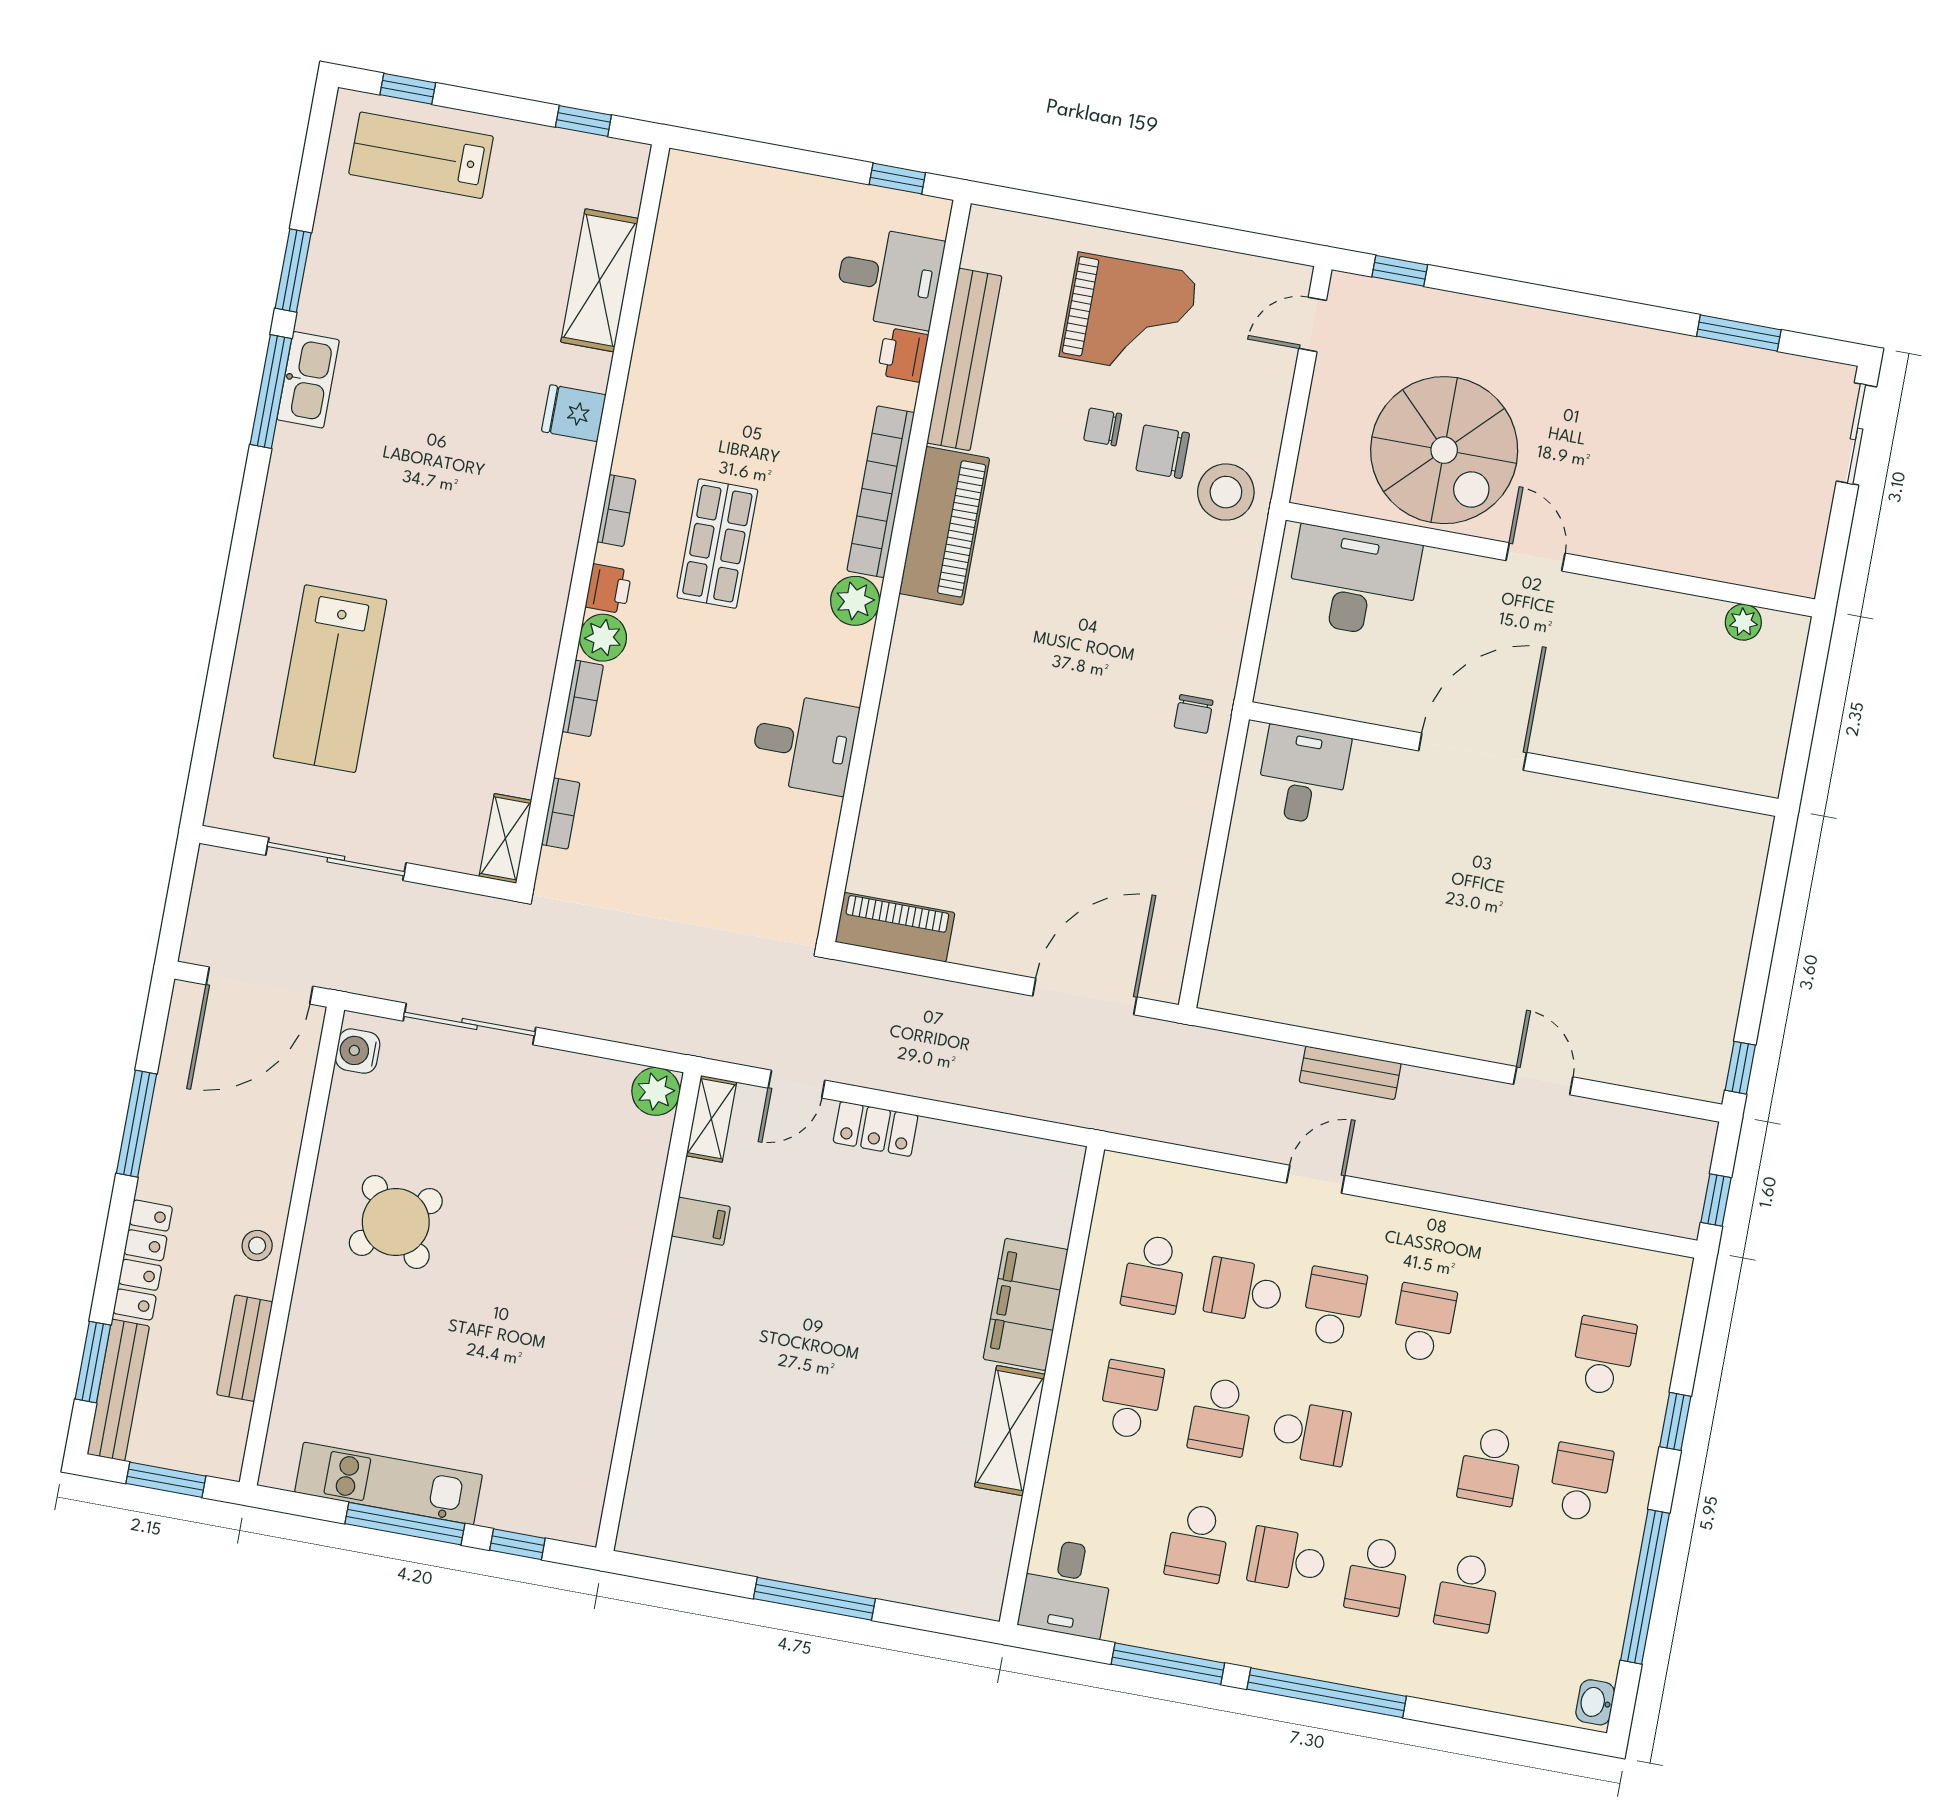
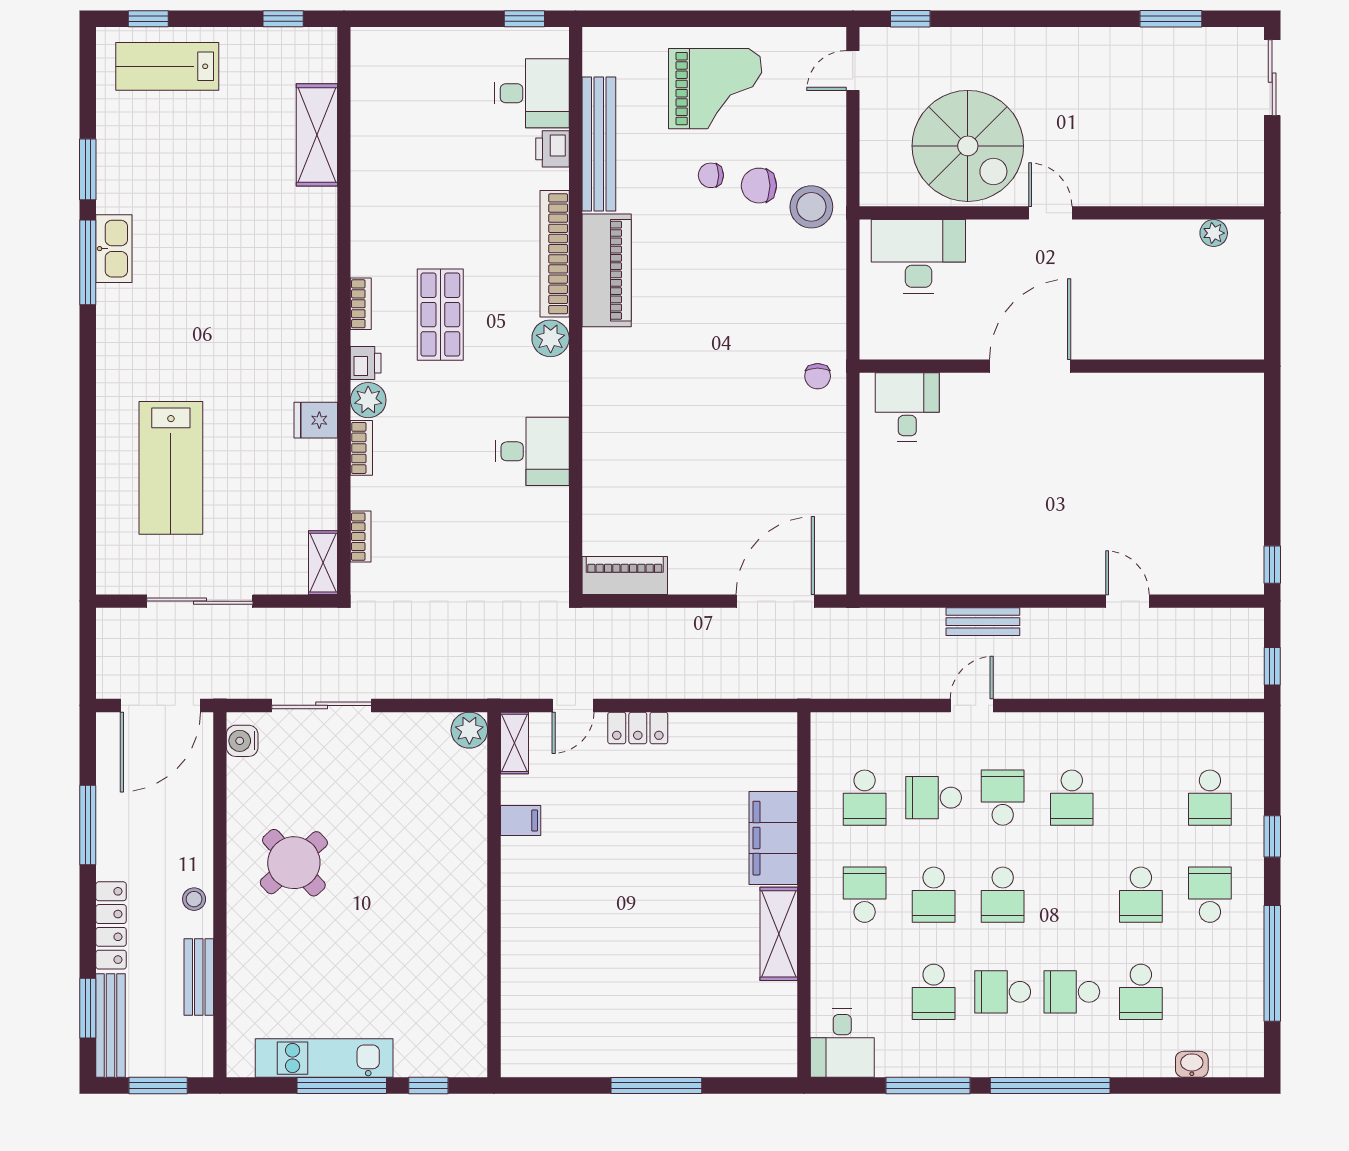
fridge: (574, 413) -> (316, 420), moved
school desk: (1424, 1323) -> (1072, 798), turned 180
school desk: (1604, 1356) -> (1210, 798), turned 180
school desk: (1311, 1433) -> (1003, 895), turned 90
school desk: (1377, 1576) -> (1072, 992), turned 90
washbasin: (1595, 1702) -> (1192, 1064), moved, turned 90

